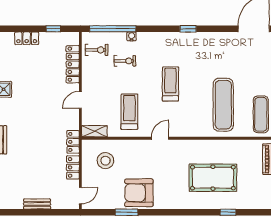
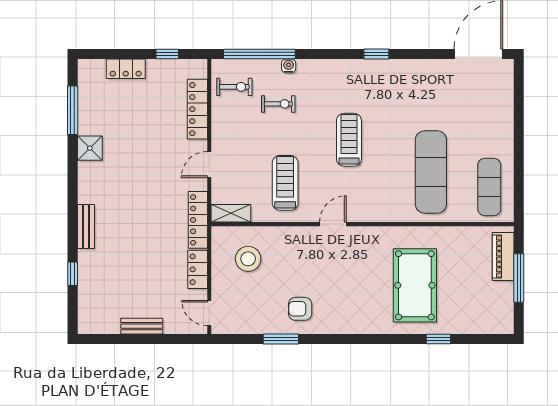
locker: (73, 142) -> (198, 220), width x1.53
pool table: (213, 178) -> (415, 285), turned 90
armchair: (139, 193) -> (300, 309), width x0.53, depth x0.53
door: (80, 196) -> (209, 313), swing flipped

